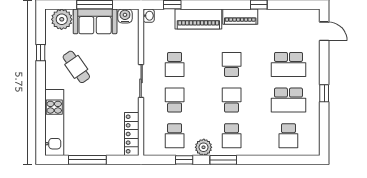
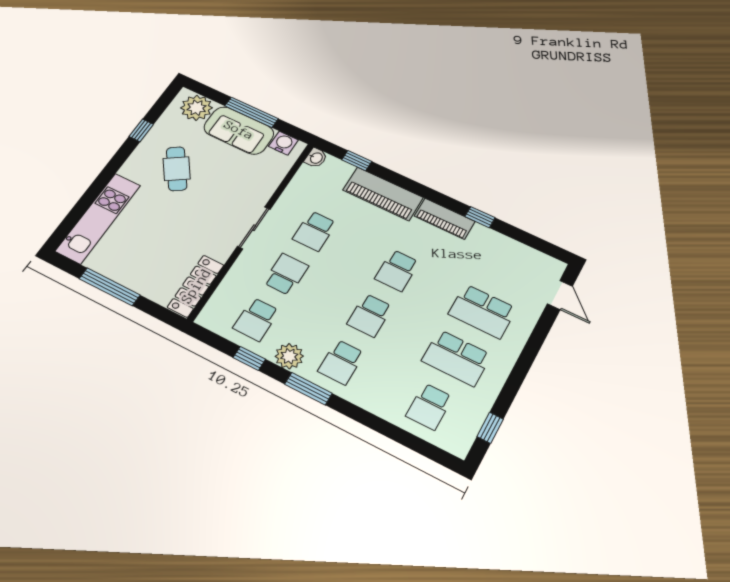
school desk: (232, 64) -> (397, 270), turned 180
window: (324, 93) -> (490, 428), moved
school desk: (232, 100) -> (370, 315), turned 180

